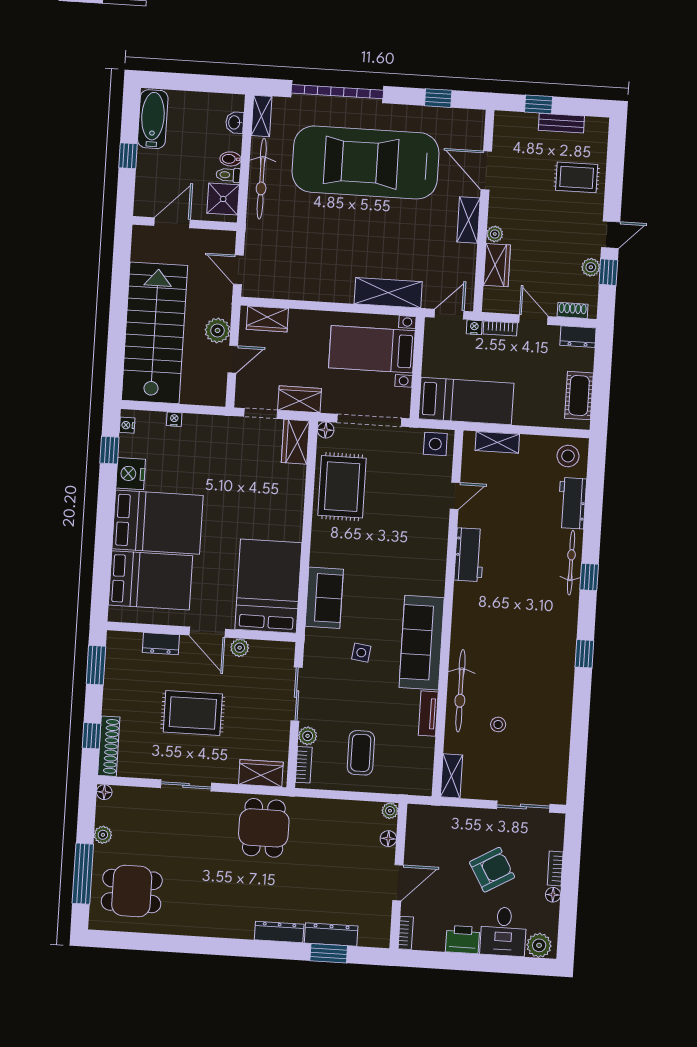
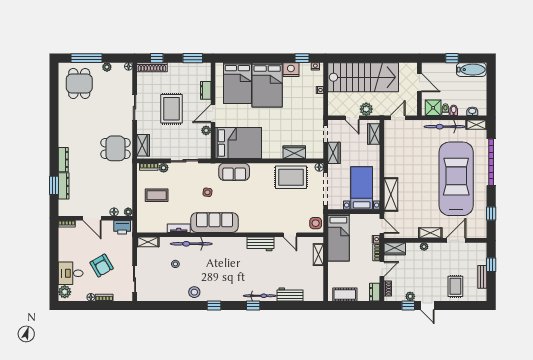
wardrobe: (497, 265) -> (395, 249), moved
wardrobe: (295, 442) -> (294, 152), moved
stool: (568, 456) -> (194, 292), moved
printer: (463, 940) -> (122, 227), moved, turned 90

